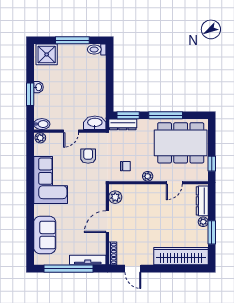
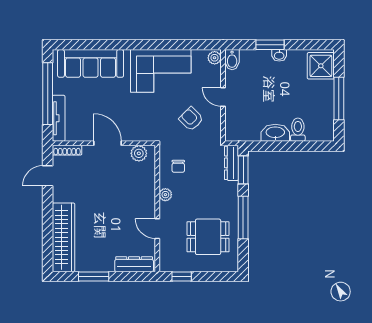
toilet: (97, 50) -> (298, 130), moved
washbasin: (95, 123) -> (275, 133), moved, turned -90
dining table: (181, 143) -> (208, 237), width x0.53, depth x0.80
armchair: (88, 156) -> (191, 119), turned -135
plant: (203, 222) -> (107, 266), removed
sofa: (45, 235) -> (91, 63), width x1.36

